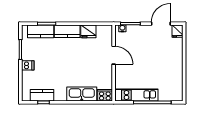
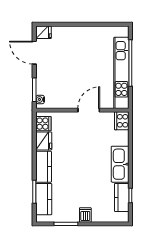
cooker: (103, 31) -> (43, 124), added
door: (114, 55) -> (89, 110), moved
kitchen sink: (82, 94) -> (120, 164), moved
kitchen unit: (136, 95) -> (121, 73), width x1.36

